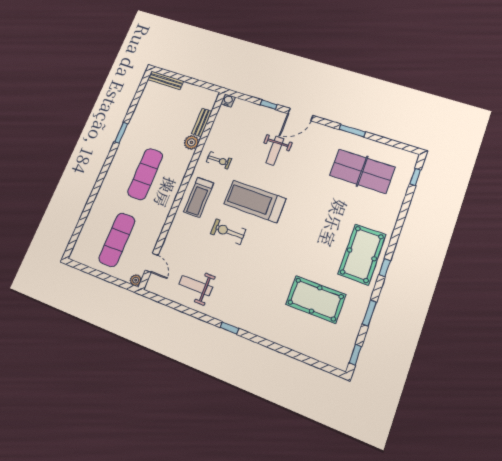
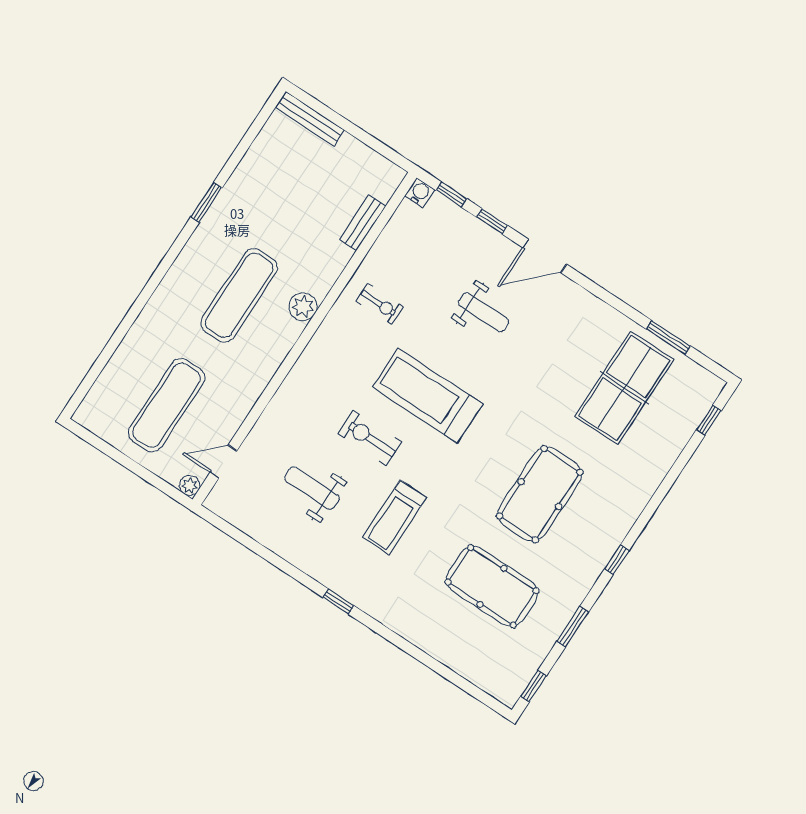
window: (244, 97) -> (451, 194), added
window: (352, 131) -> (668, 338), moved
plant: (191, 142) -> (303, 307), moved
weight bench: (275, 151) -> (484, 312), turned -90
table tennis table: (362, 171) -> (624, 388), turned 90
treadmill: (199, 197) -> (395, 517), moved
pool table: (362, 254) -> (540, 494), moved
door: (152, 263) -> (224, 462), swing flipped
weight bench: (196, 286) -> (312, 488), moved

